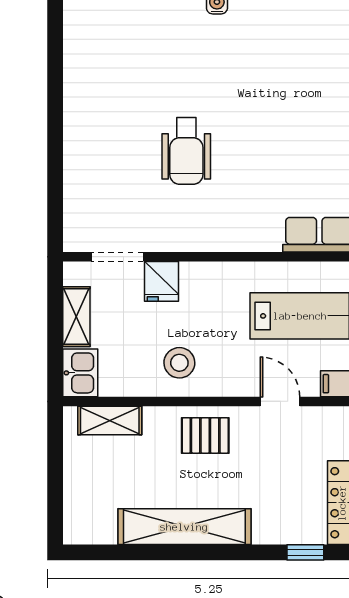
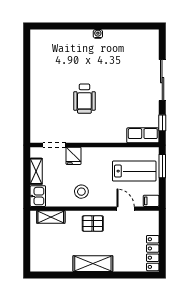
shelving: (184, 527) -> (93, 264), width x0.68
window: (305, 552) -> (137, 275), removed

